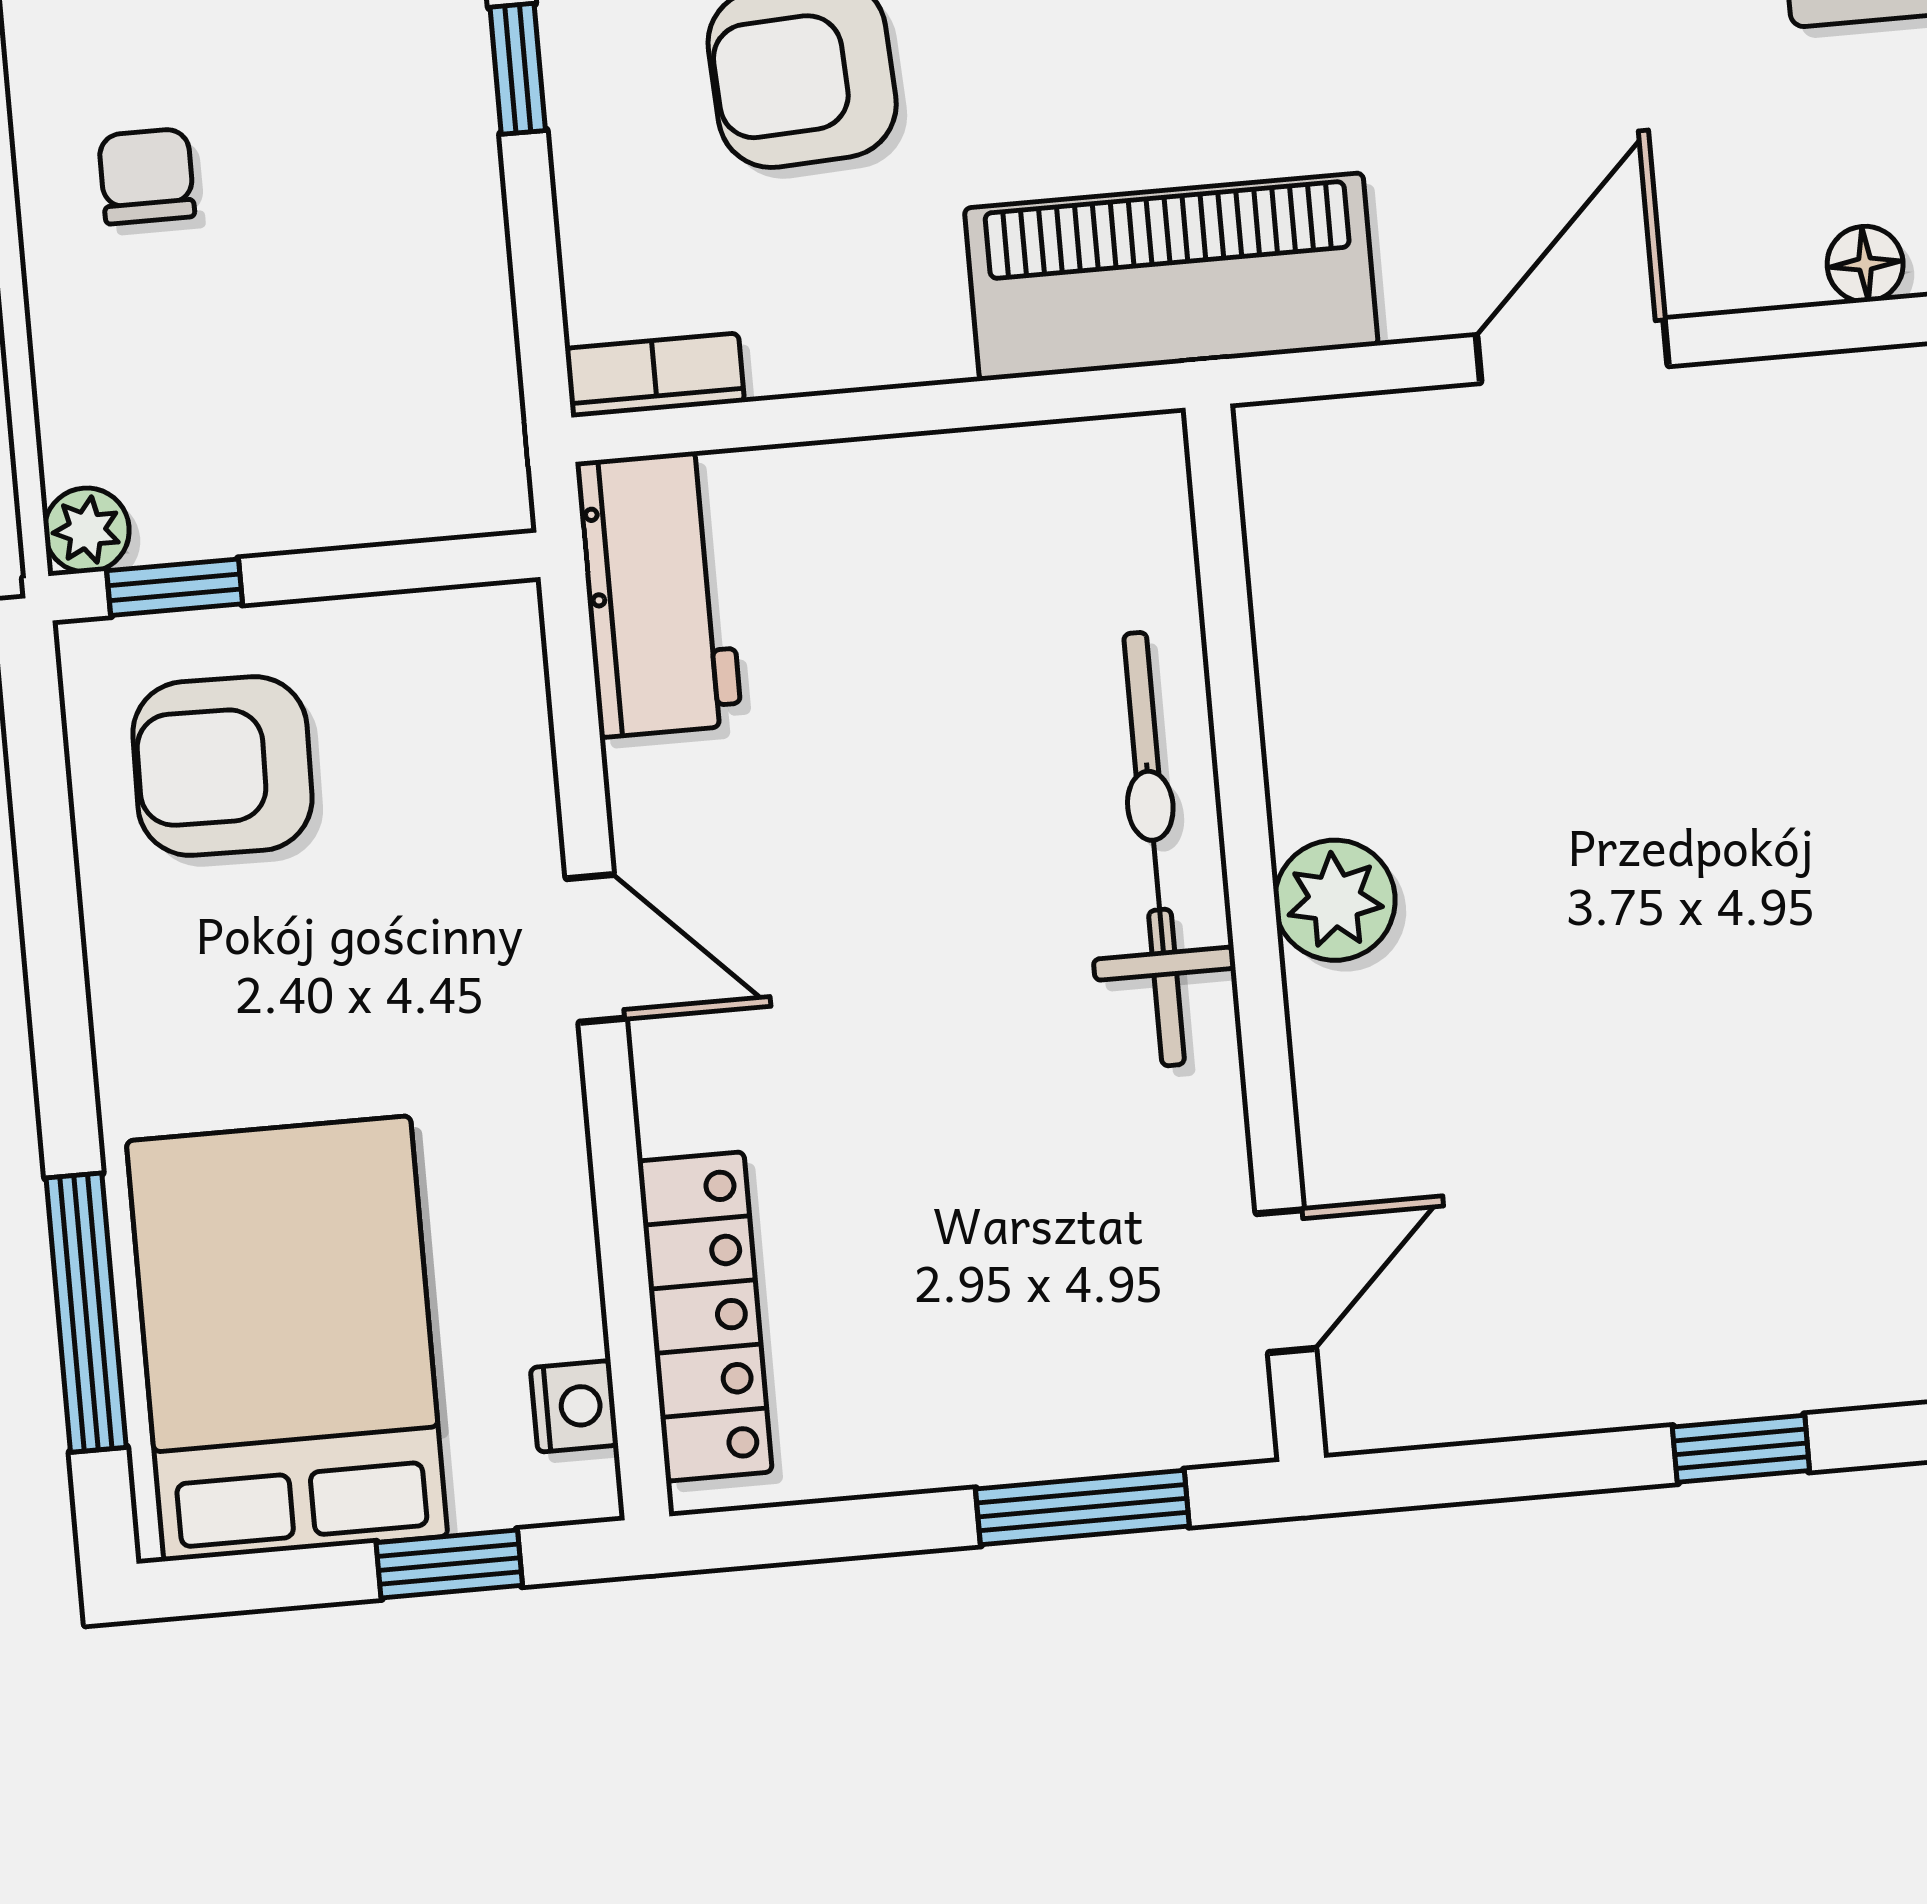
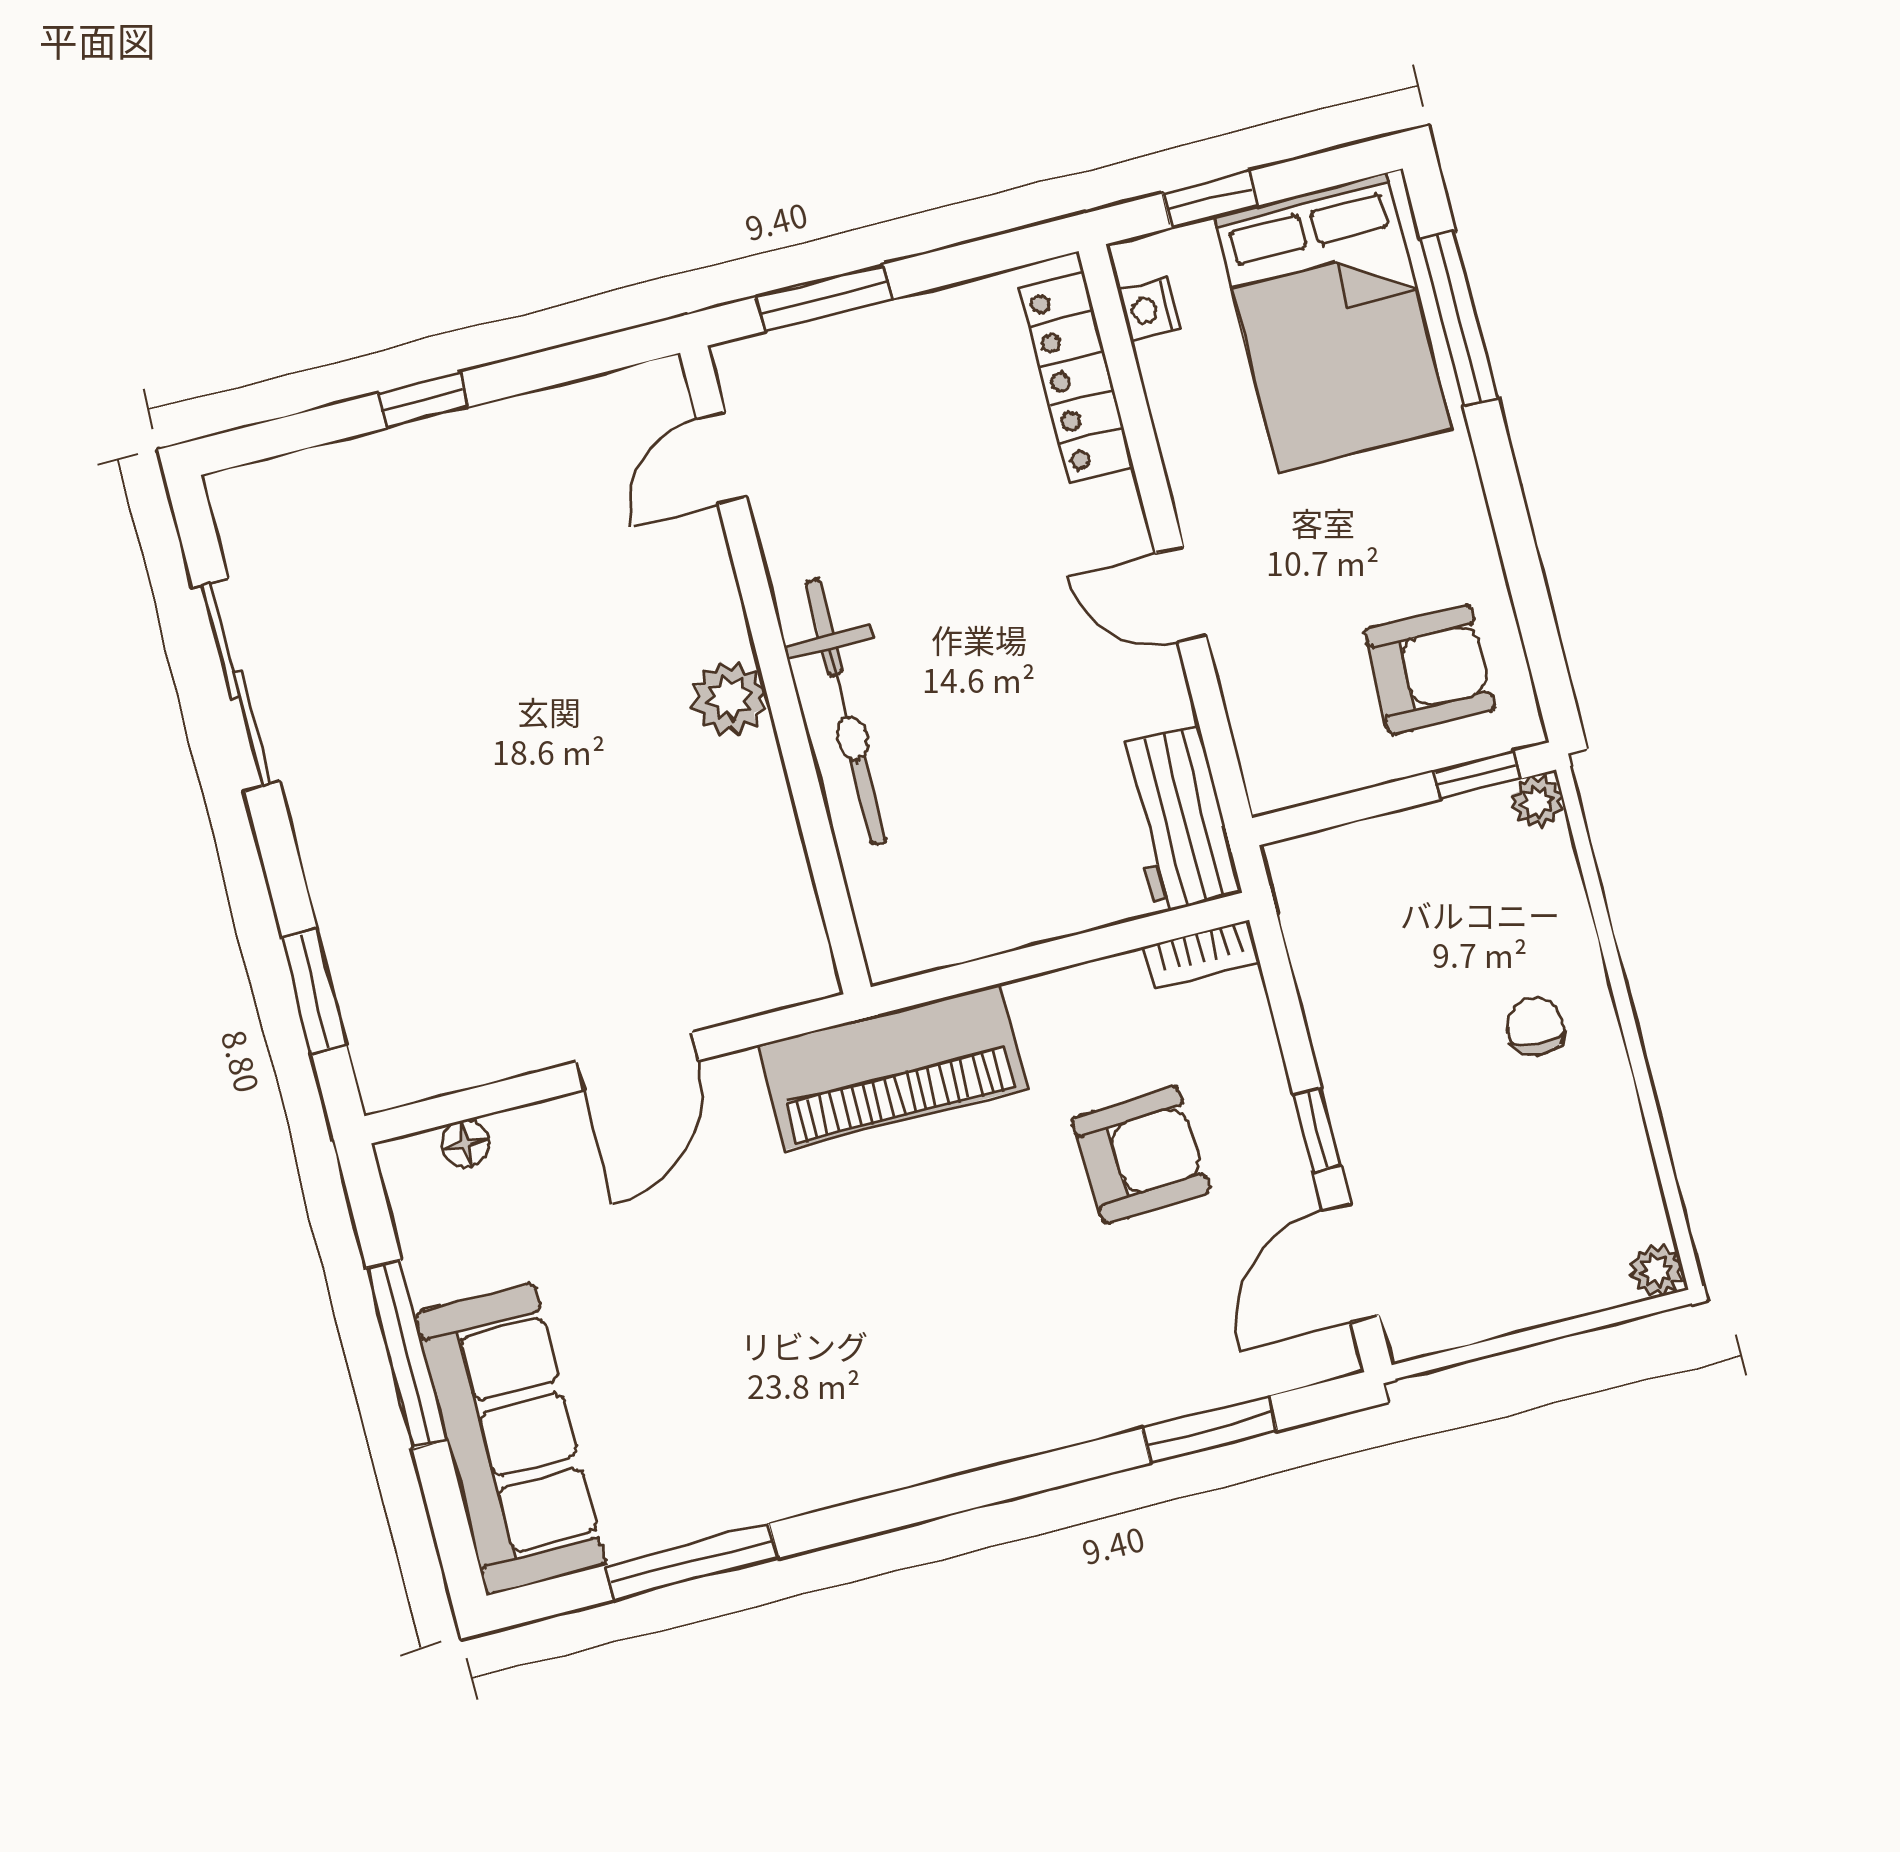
chair: (147, 176) -> (1535, 1026), turned 180

